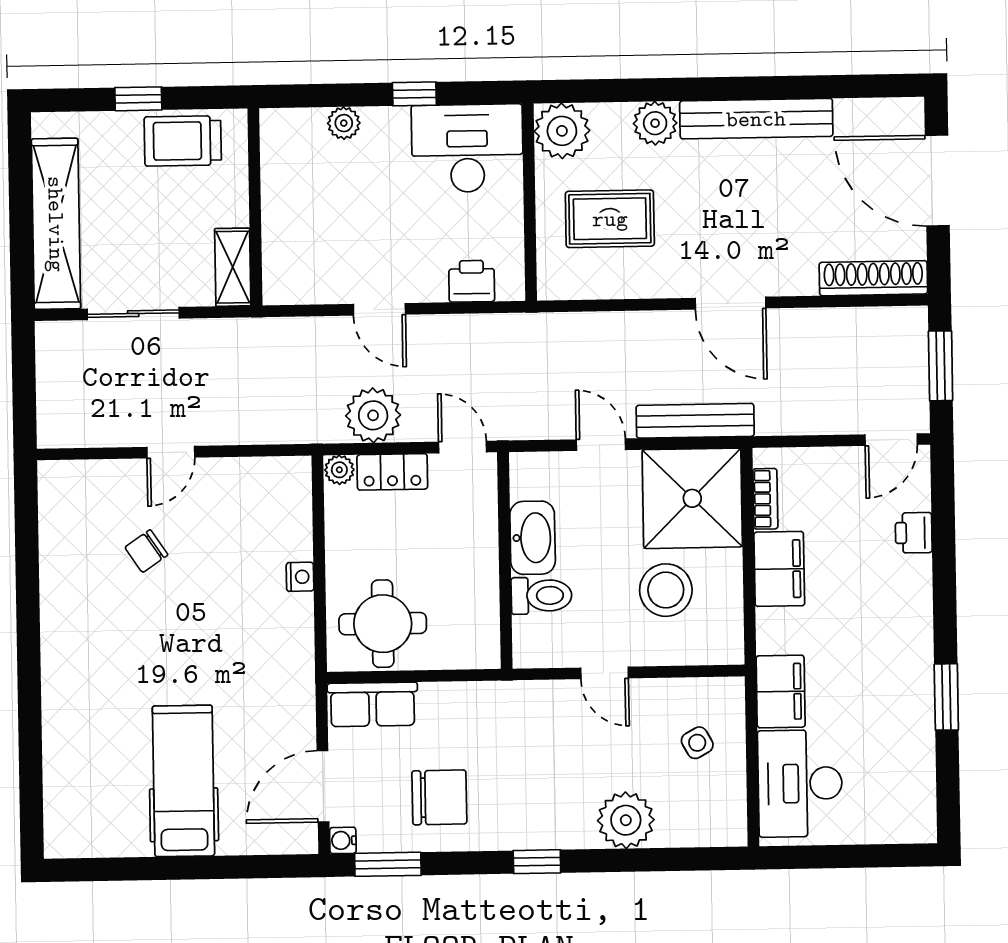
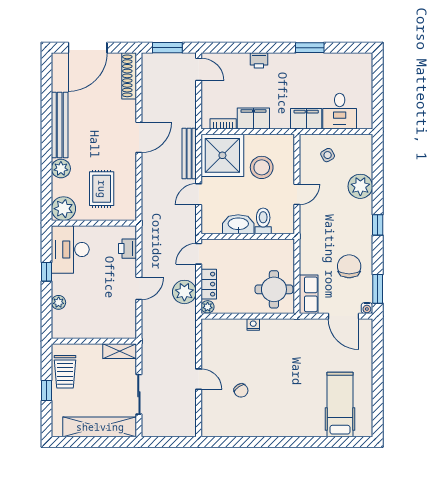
printer: (914, 533) -> (259, 60), moved
hospital bed: (183, 781) -> (340, 404), moved, turned 90
desk: (800, 783) -> (340, 111), width x0.73

